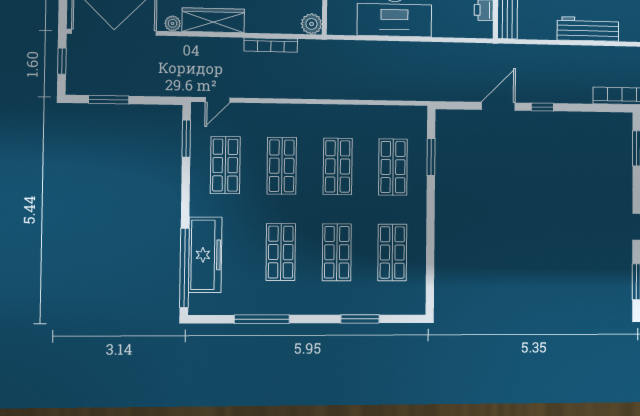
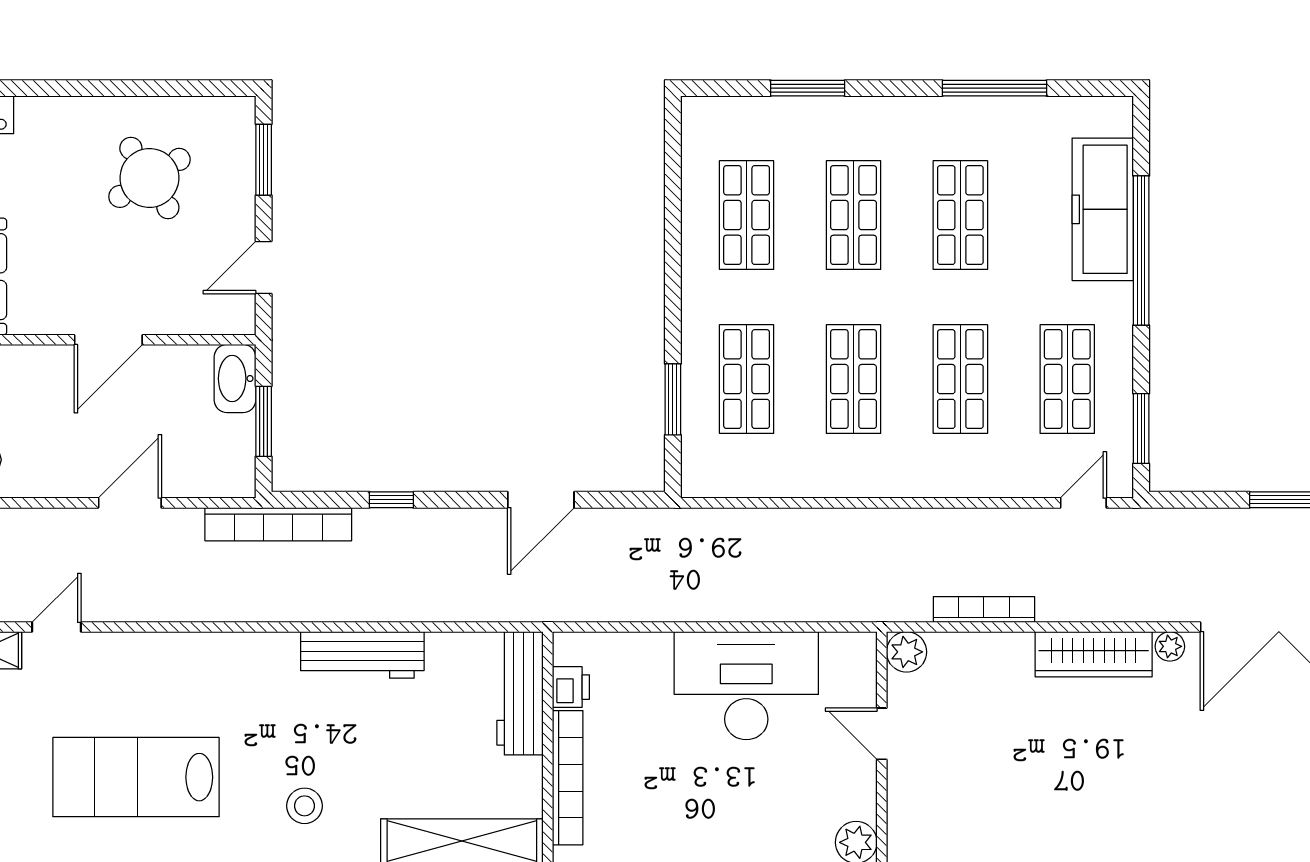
window: (542, 107) -> (391, 500), moved
window: (184, 268) -> (1141, 251), moved

